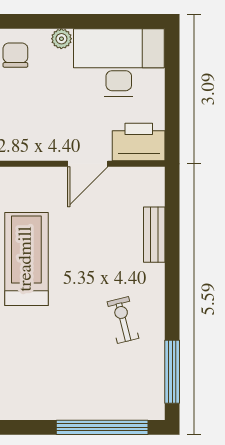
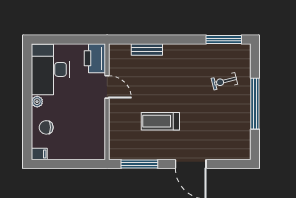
treadmill: (26, 259) -> (160, 121), width x0.73, depth x0.73
exercise bike: (123, 320) -> (224, 81), moved
window: (102, 427) -> (255, 104), moved

